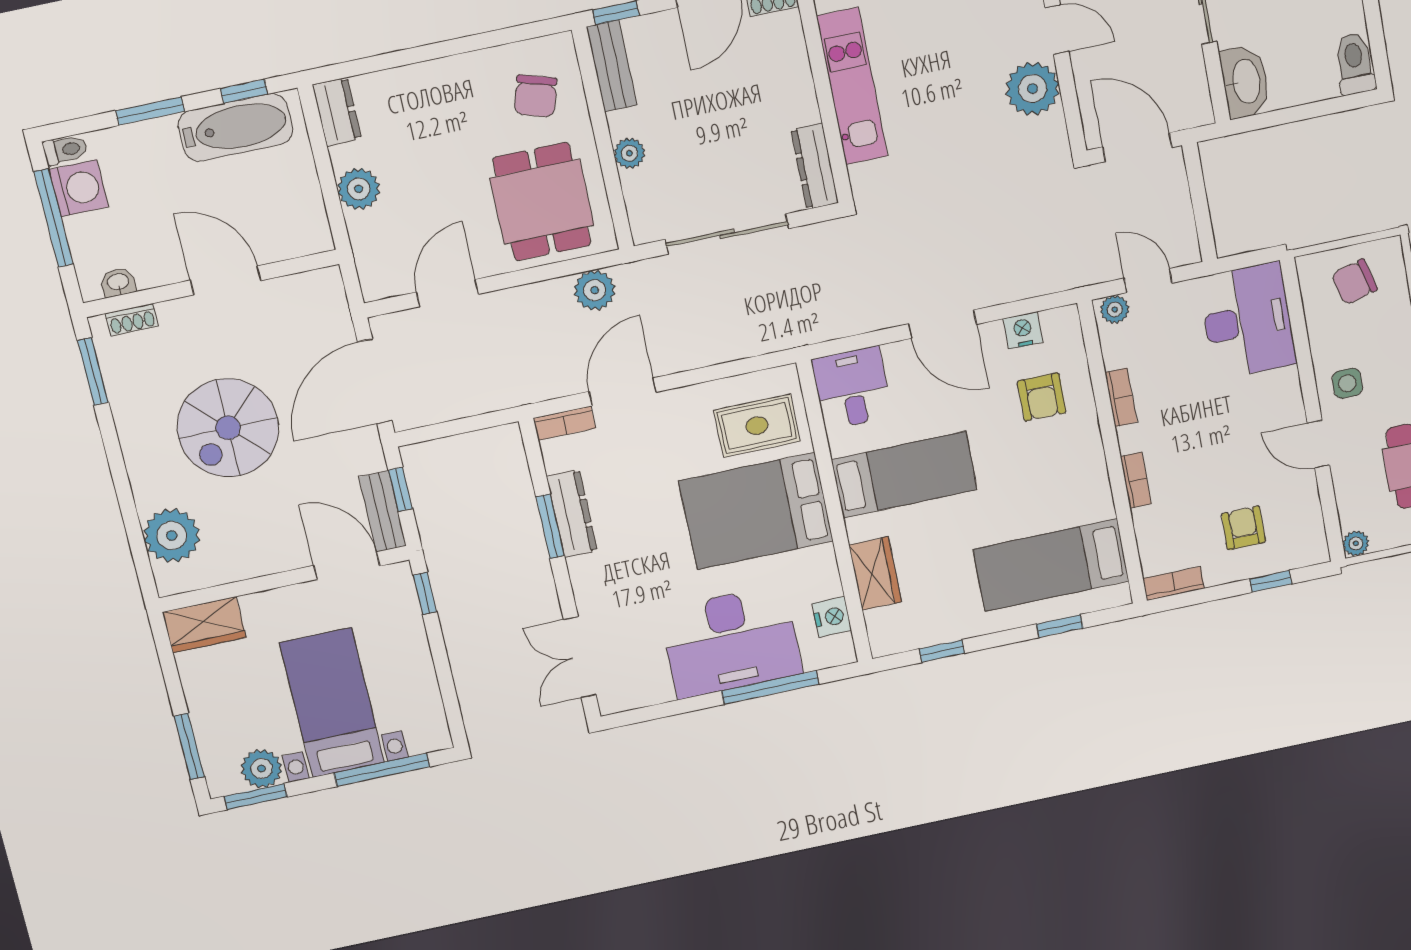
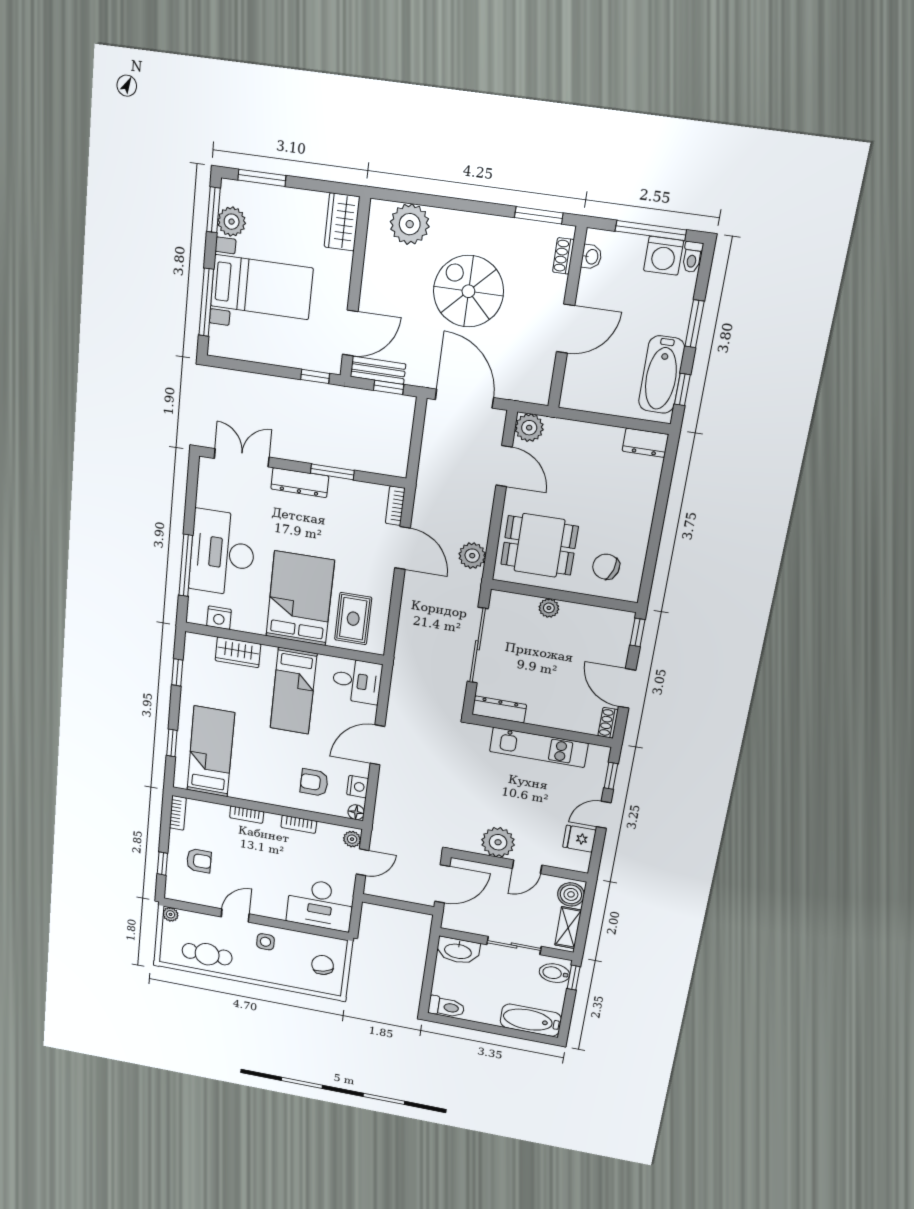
bench: (612, 66) -> (606, 618), removed
plant: (359, 189) -> (529, 428), moved
floor lamp: (1067, 318) -> (356, 812), added
dresser: (572, 514) -> (300, 483), moved

